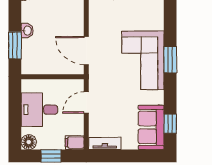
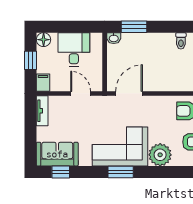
plant: (152, 17) -> (160, 155), added
washbasin: (27, 31) -> (114, 38), moved

